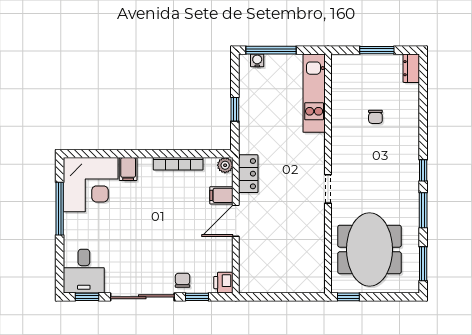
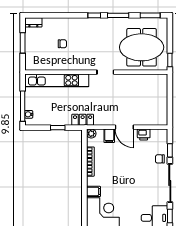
kitchen unit: (314, 93) -> (57, 80), width x1.36
locker: (248, 174) -> (83, 120), moved
printer: (223, 283) -> (144, 135), moved

